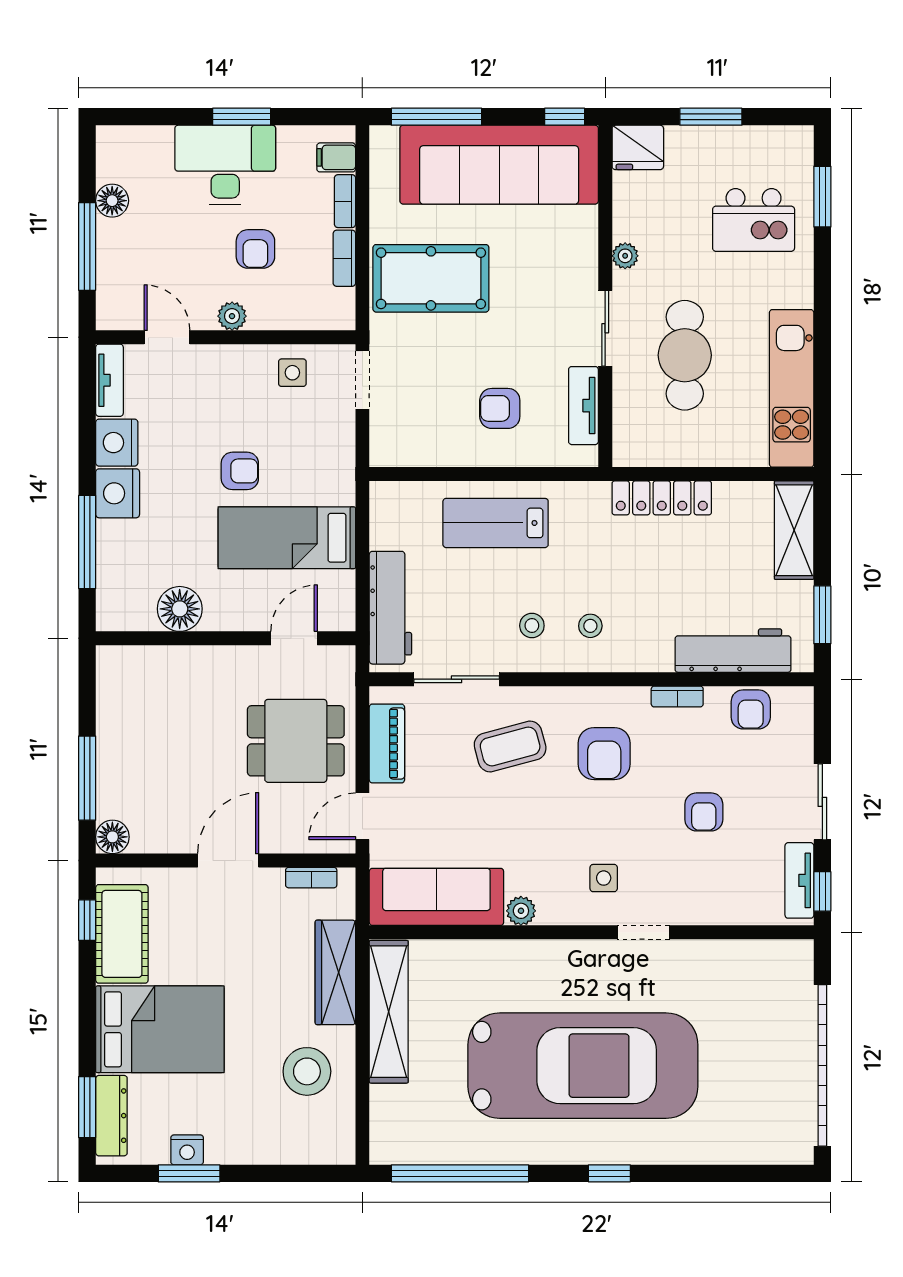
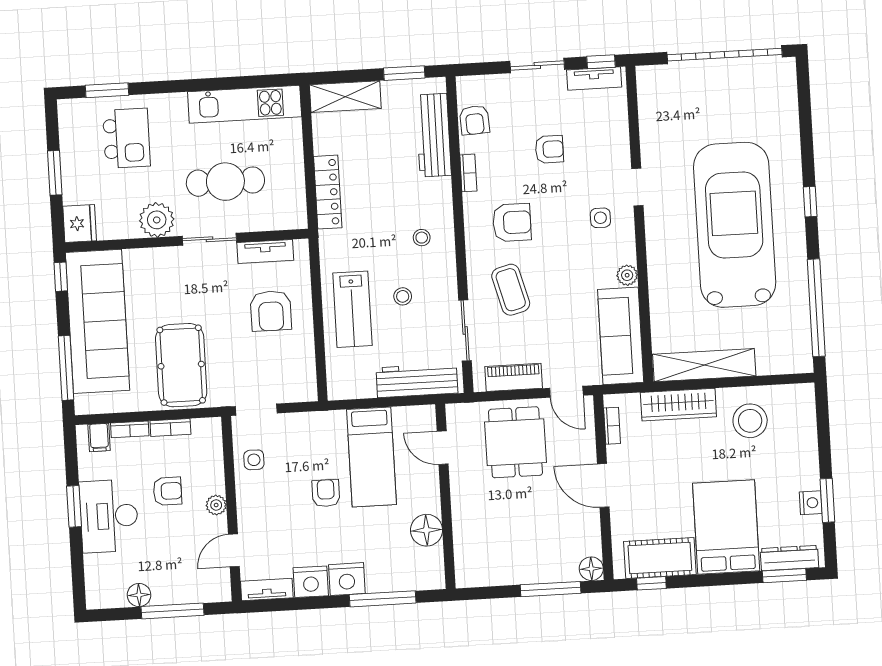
plant: (625, 256) -> (157, 220), width x1.87, depth x1.87
armchair: (500, 408) -> (271, 311), width x1.38, depth x1.38
stool: (532, 626) -> (403, 296), moved
armchair: (751, 709) -> (475, 120), turned 87

